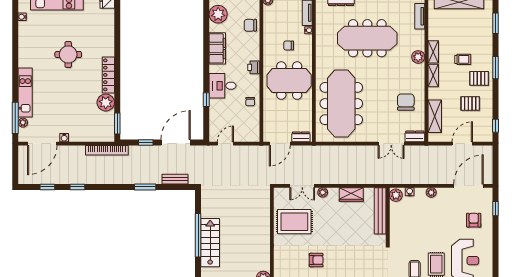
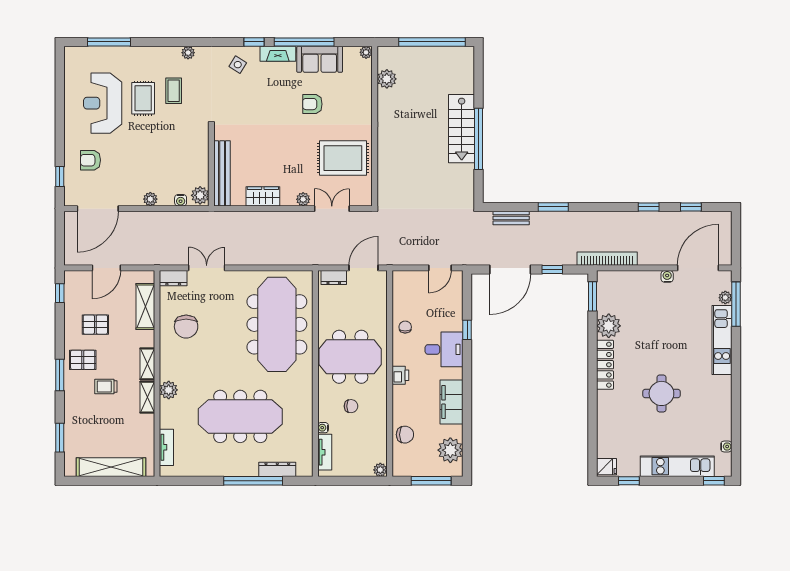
armchair: (474, 220) -> (90, 160), turned 90

